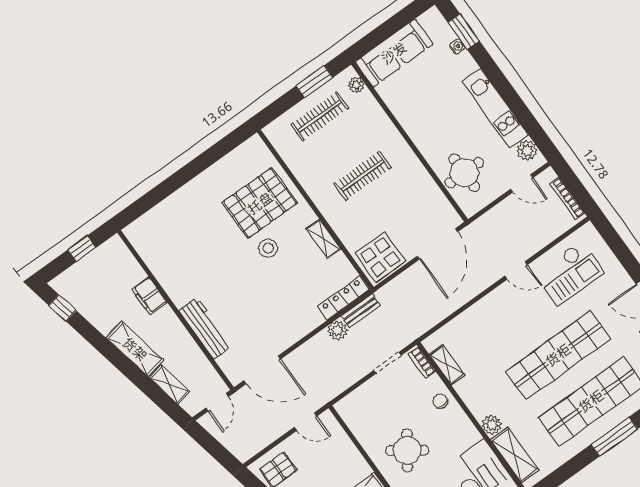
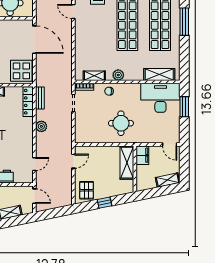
door: (516, 270) -> (73, 11), swing flipped
plant: (337, 331) -> (41, 126), moved
door: (262, 370) -> (34, 164), width x0.53
plant: (492, 425) -> (118, 75), moved
round table: (407, 450) -> (121, 123), turned -35

